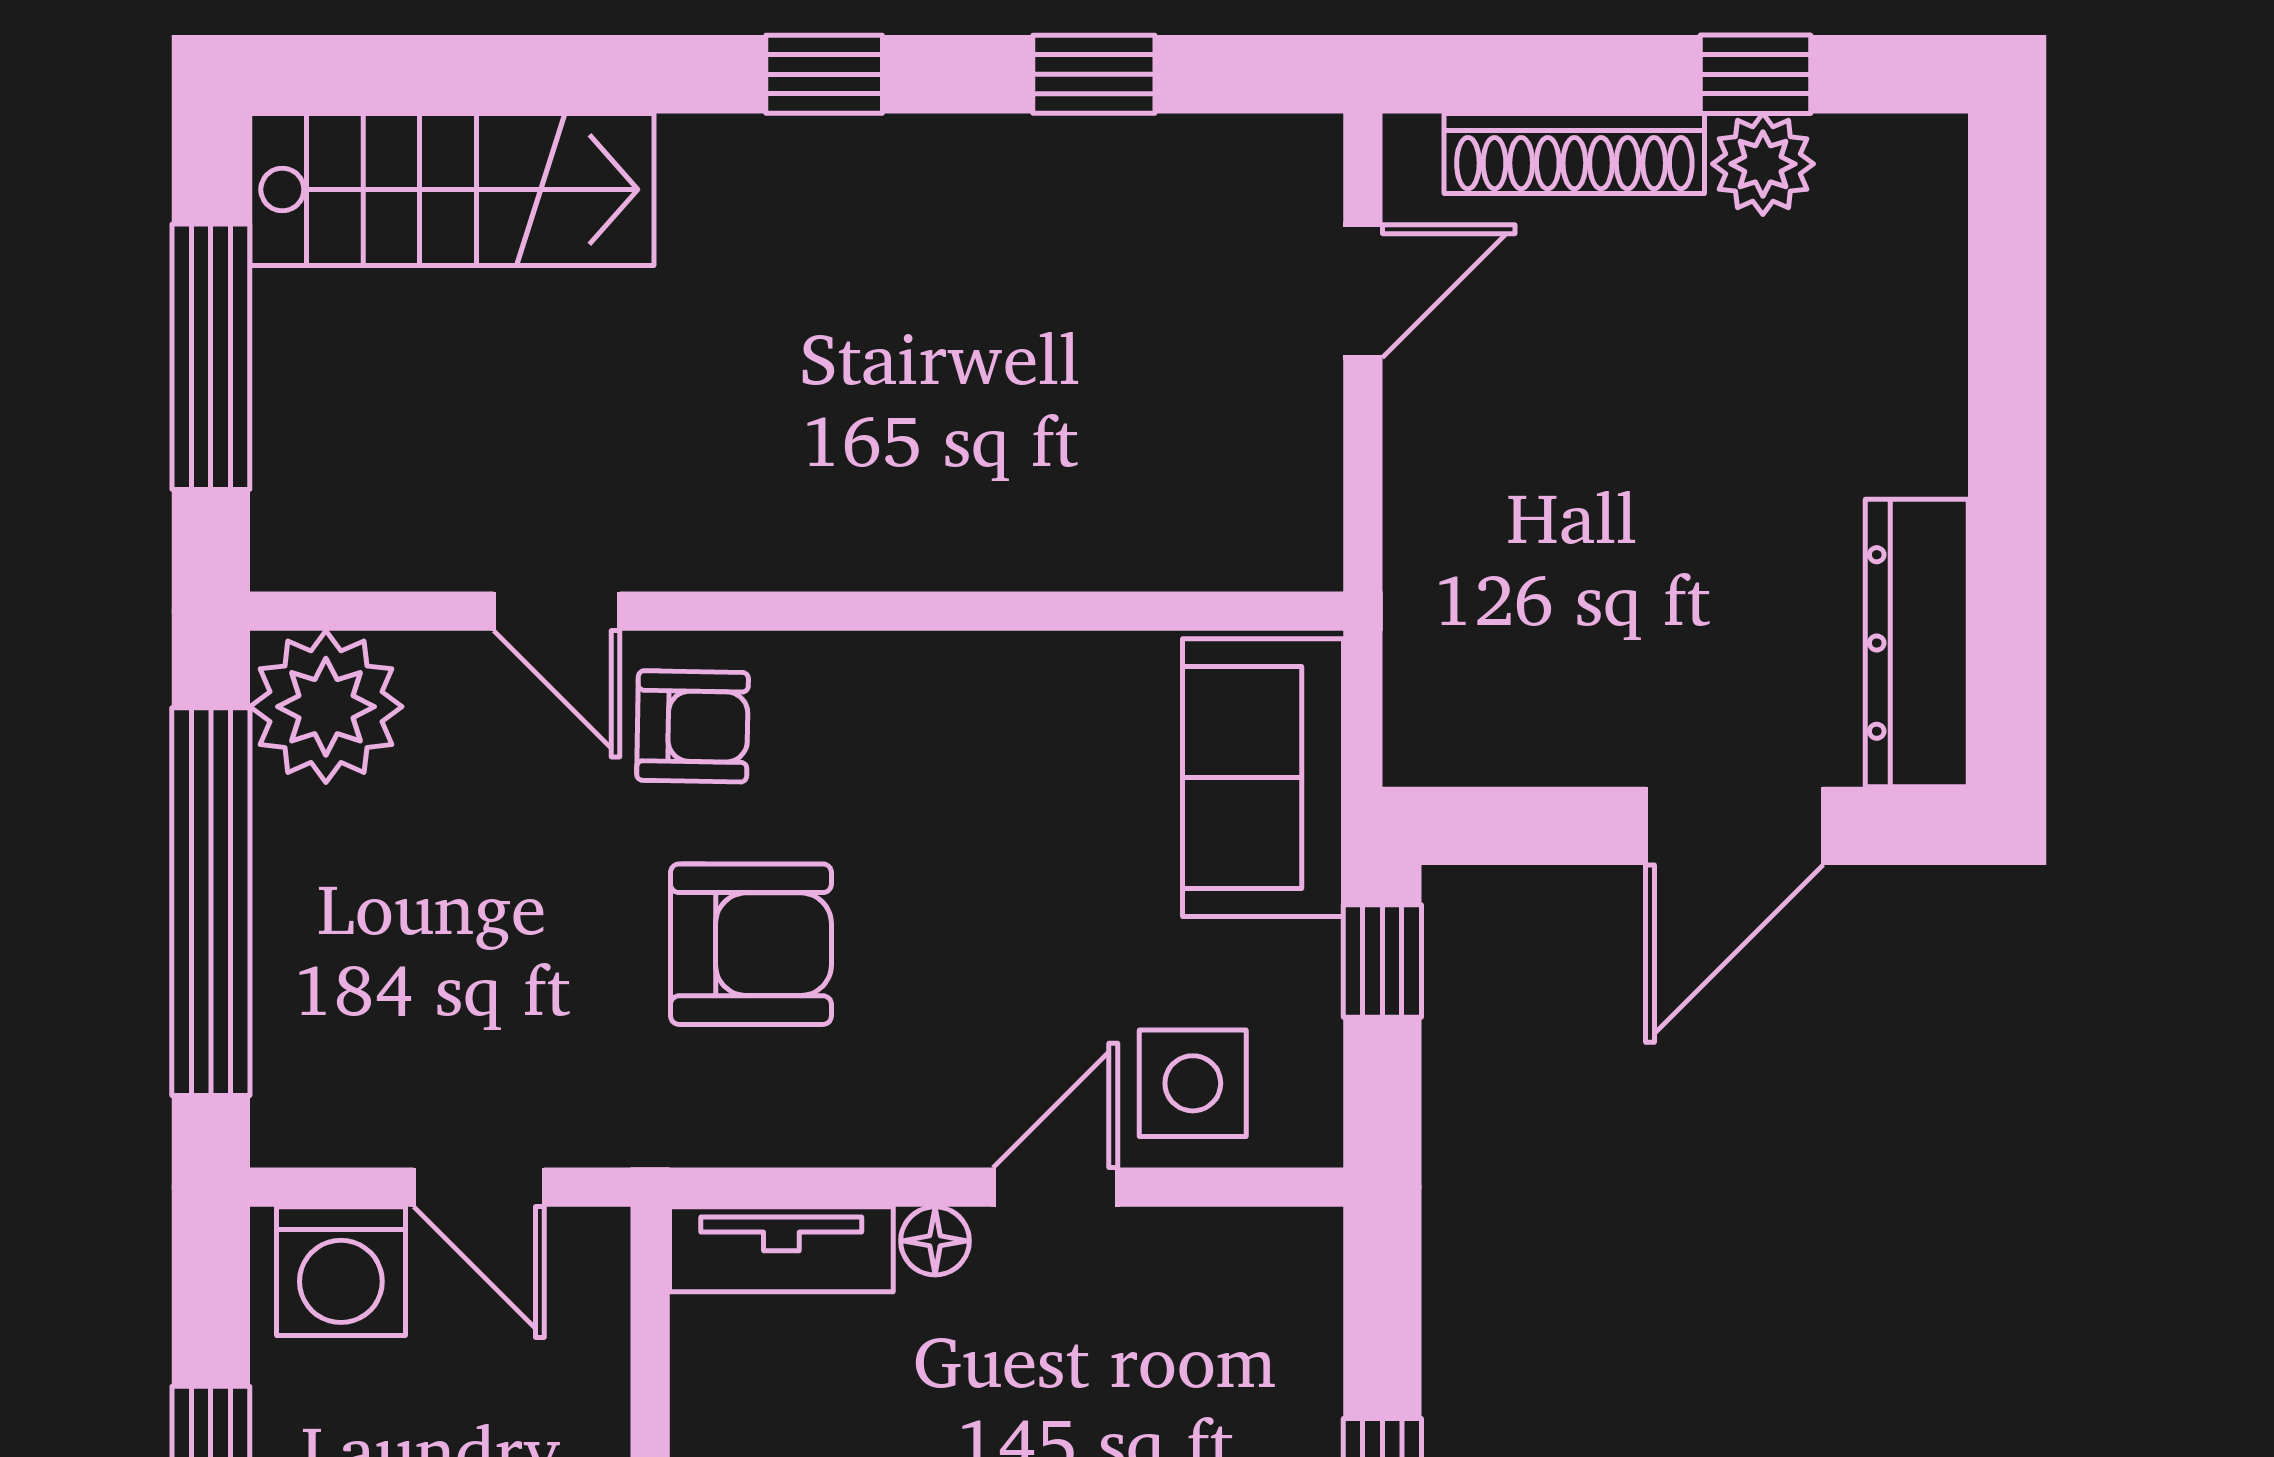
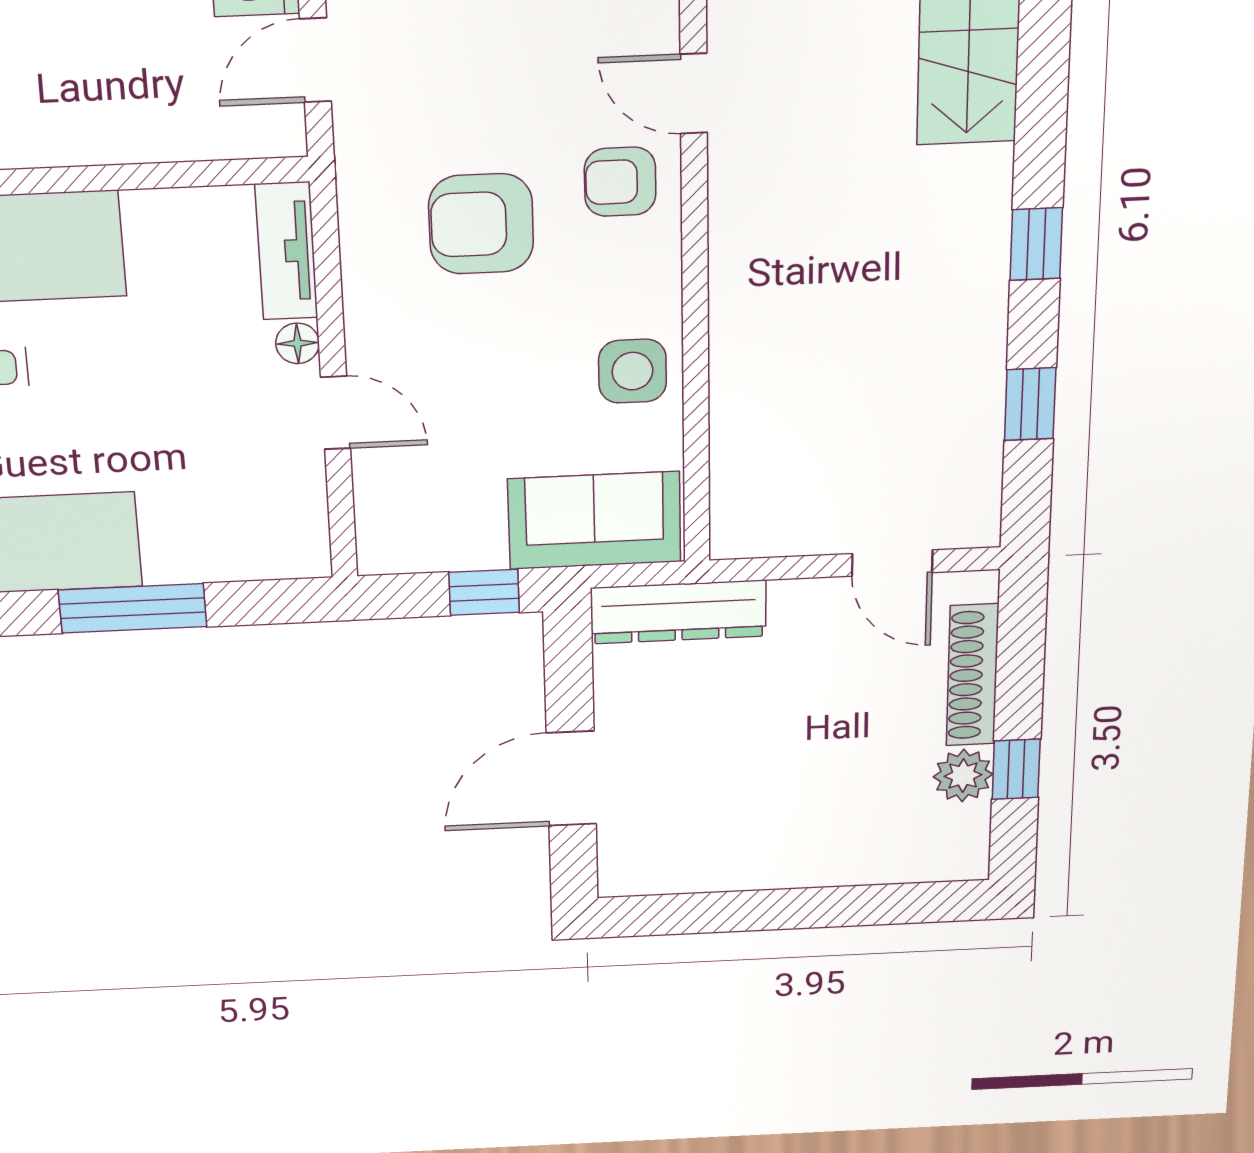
door: (557, 611) -> (694, 93), hinge flipped
dresser: (1917, 643) -> (678, 612), moved, turned 180
armchair: (693, 726) -> (620, 182), turned 89
door: (1734, 826) -> (571, 779), hinge flipped
armchair: (751, 944) -> (481, 224), turned 90
side table: (1193, 1083) -> (632, 371), moved

